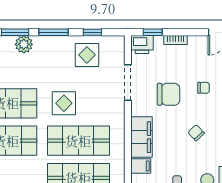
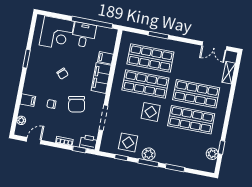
plant: (24, 44) -> (149, 154), moved
chair: (168, 94) -> (77, 104), turned -101

